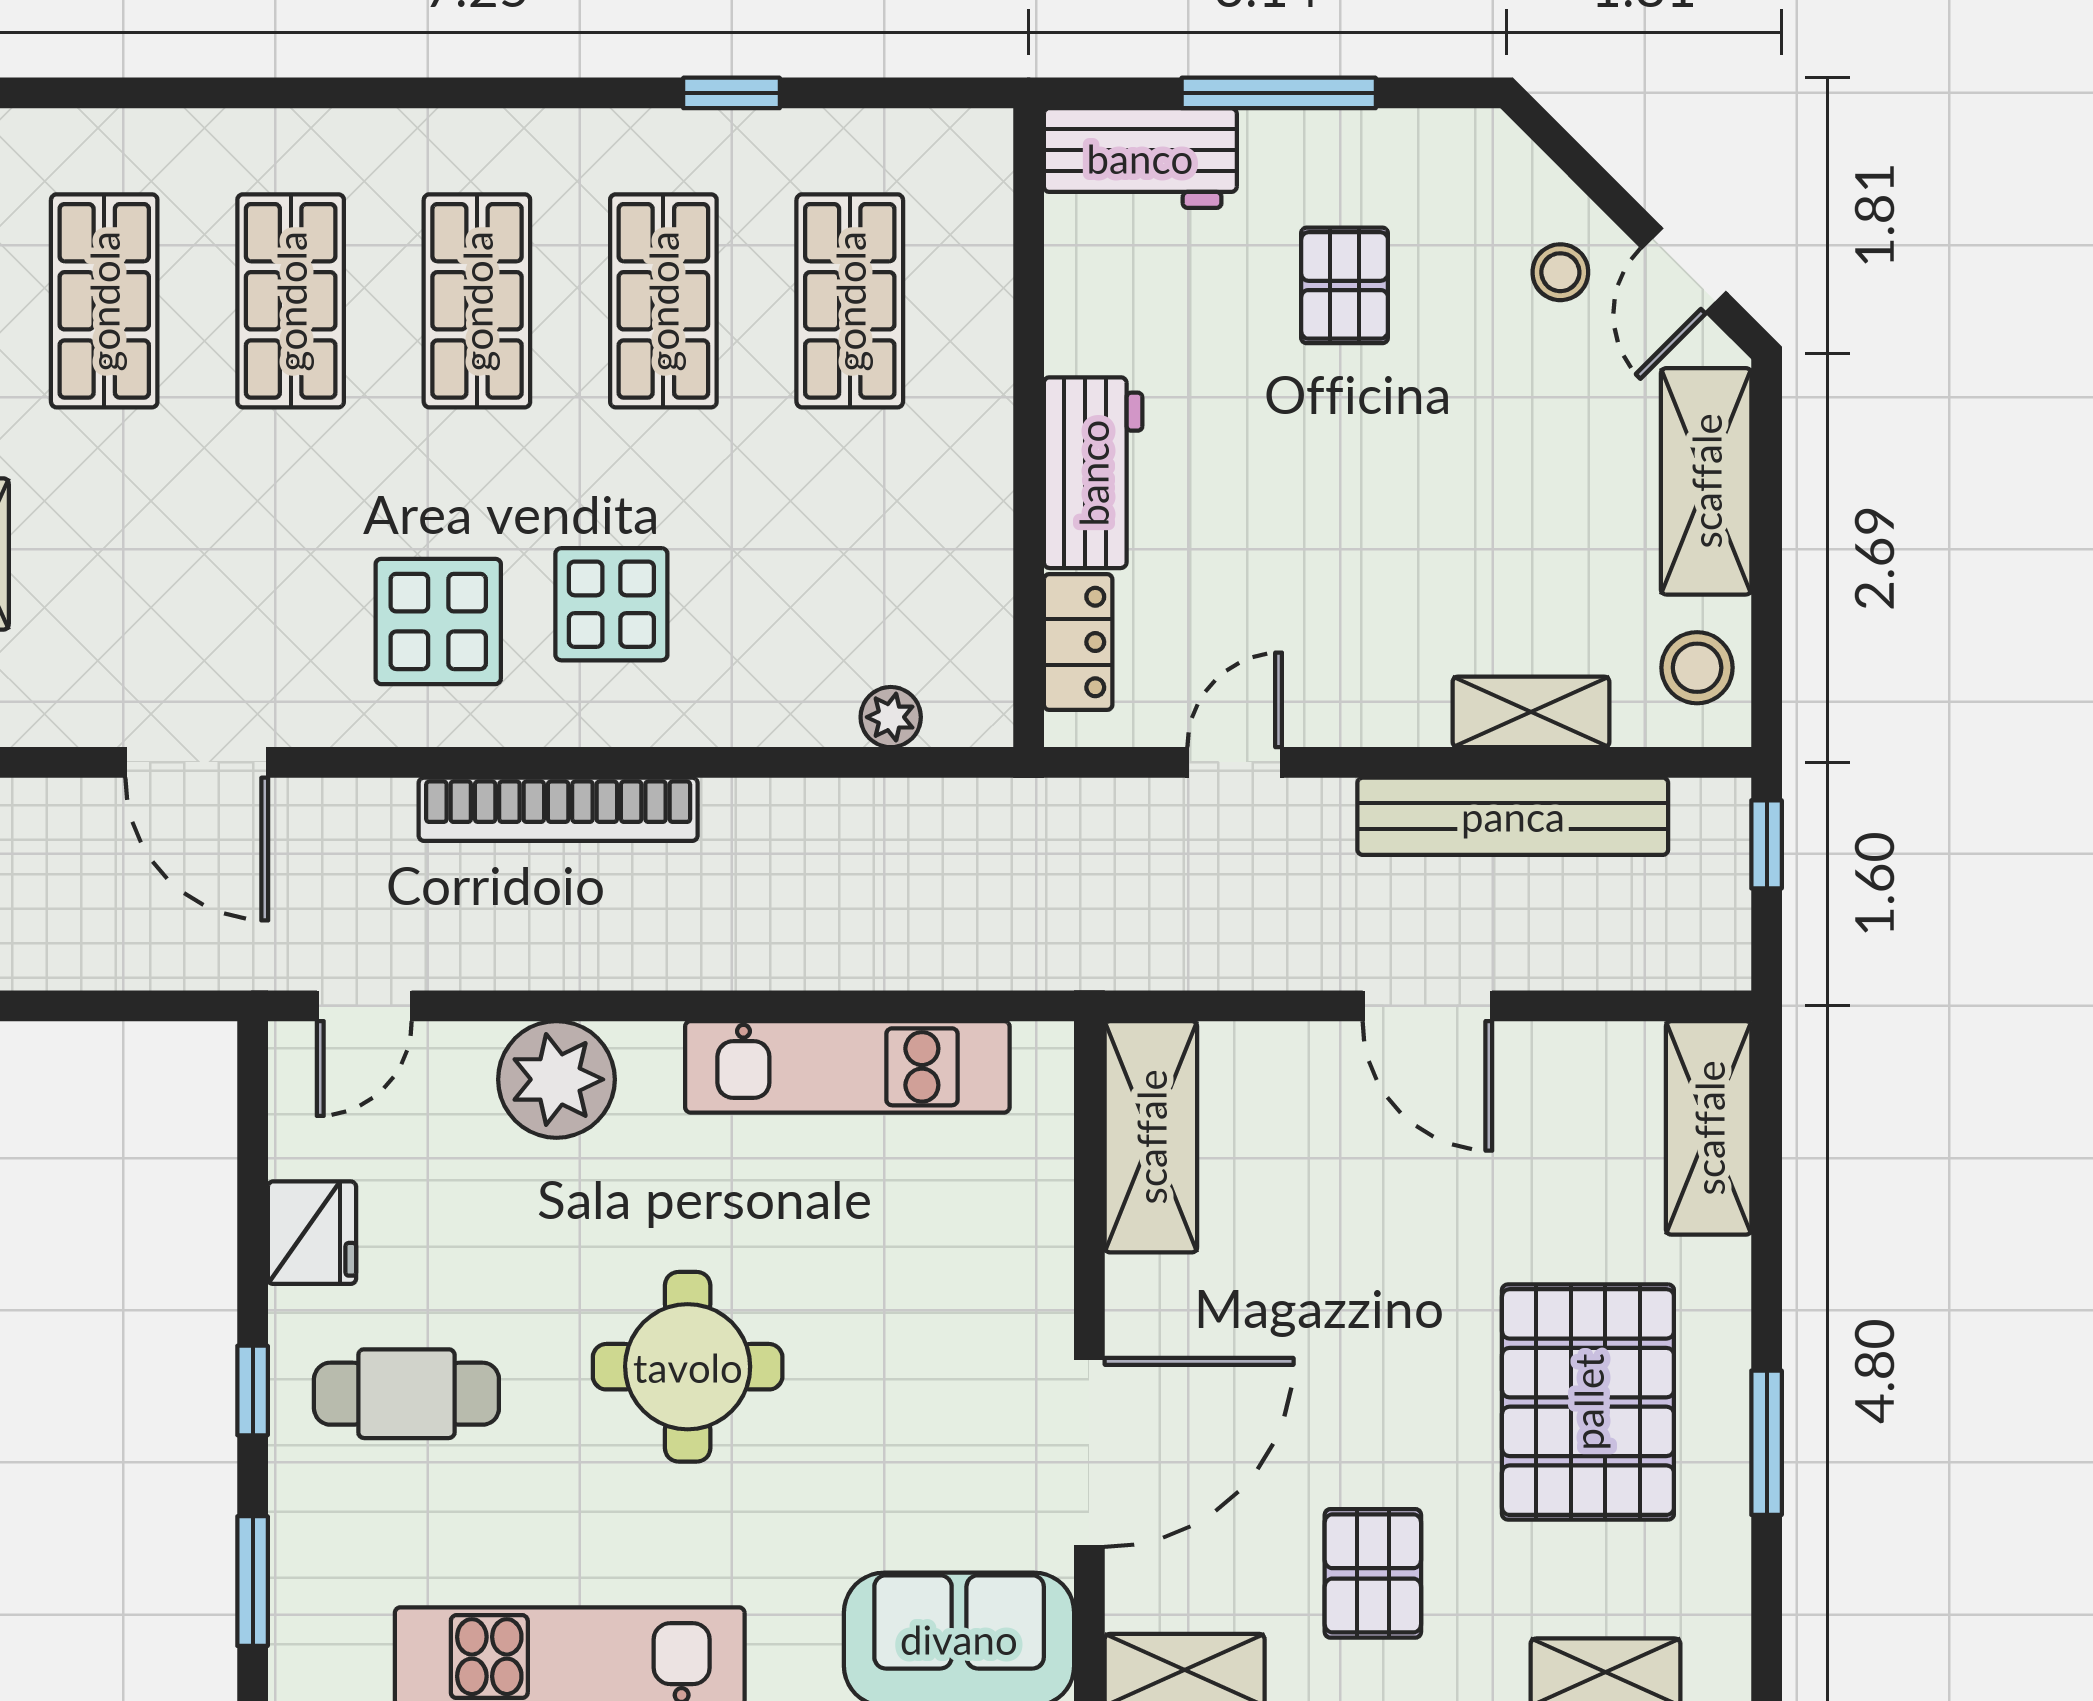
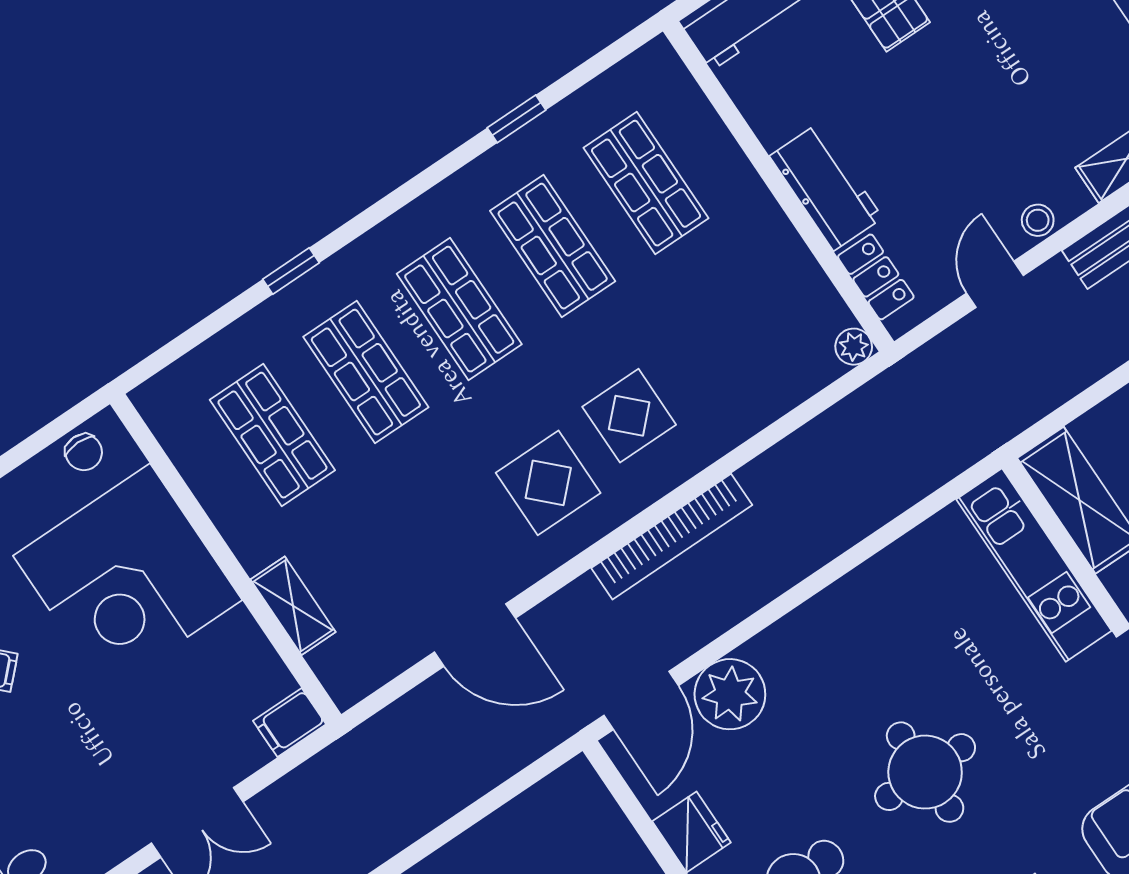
window: (282, 93) -> (291, 271), added
stool: (1353, 714) -> (1038, 220), added
plant: (891, 717) -> (854, 347), moved
door: (364, 1006) -> (641, 701), width x1.38
kitchen unit: (847, 1067) -> (1034, 565), moved, turned 90
plant: (556, 1079) -> (730, 694), moved

